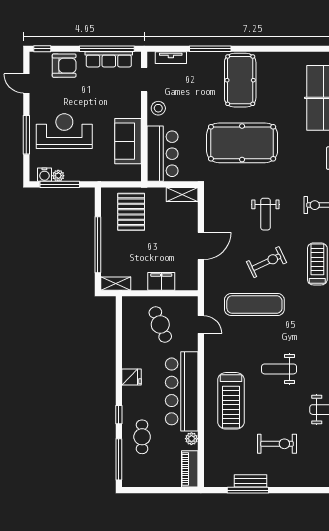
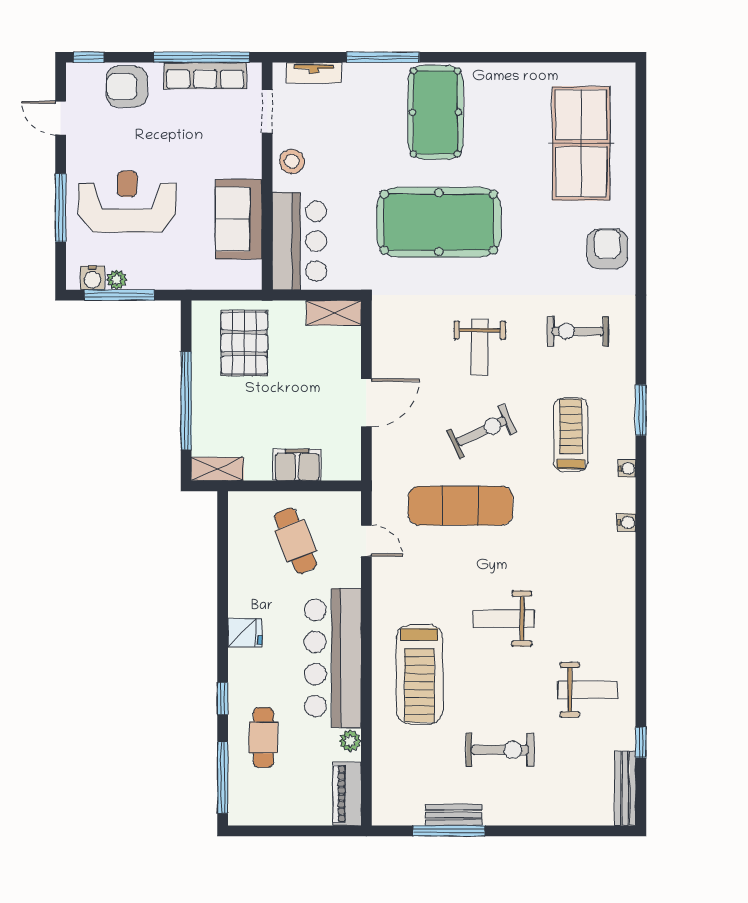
armchair: (64, 66) -> (127, 87), turned 180

